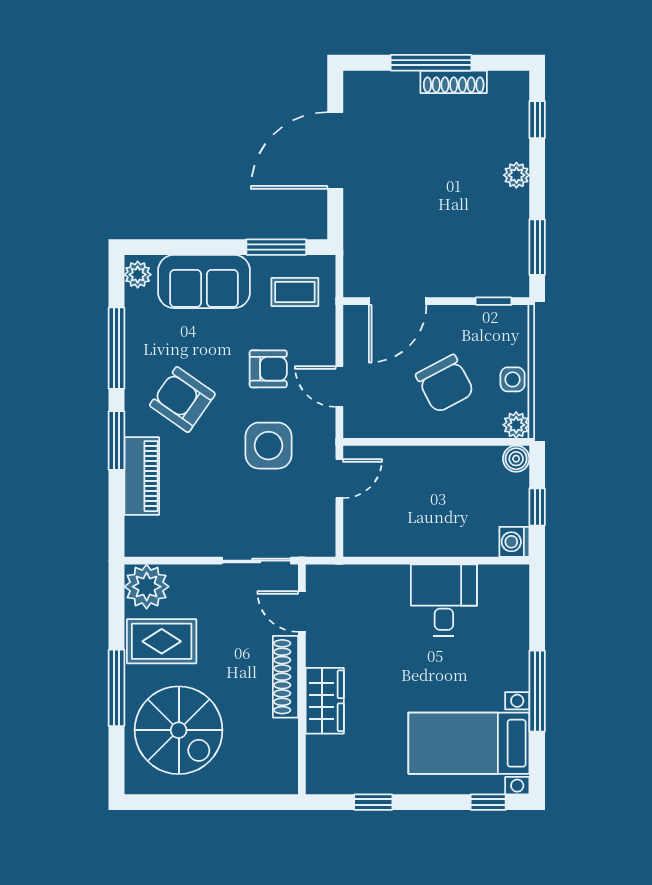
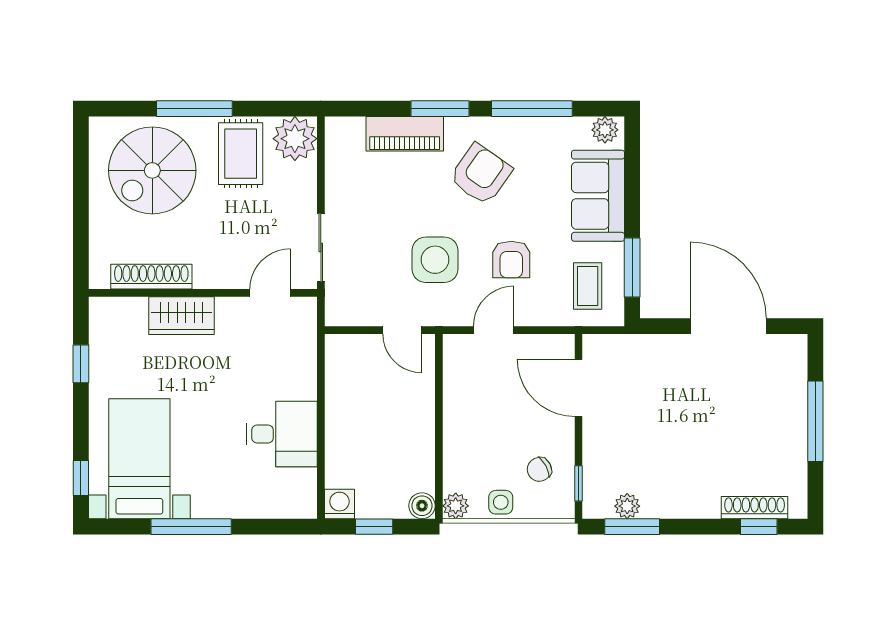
shoe rack: (454, 82) -> (755, 508), moved, turned 90
plant: (516, 175) -> (627, 506), moved
chair: (445, 384) -> (539, 469), moved, width x0.54, depth x0.54
shoe rack: (285, 677) -> (151, 277), moved

